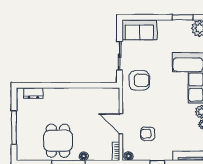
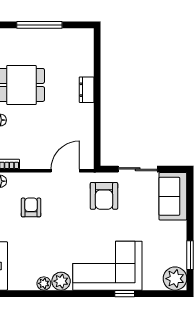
dresser: (33, 93) -> (87, 90), moved
door: (121, 124) -> (65, 171), moved

